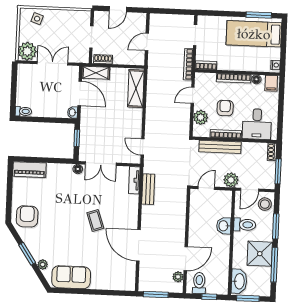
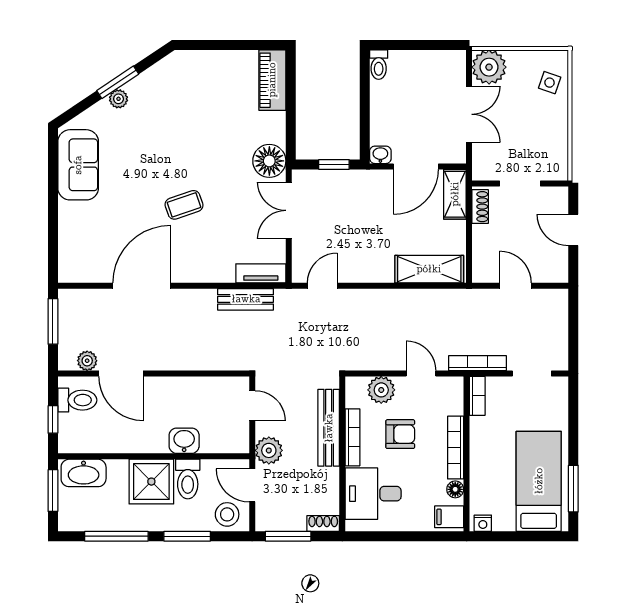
floor lamp: (78, 169) -> (269, 161), width x1.89, depth x1.89
armchair: (27, 216) -> (186, 79), removed
shower: (260, 254) -> (151, 482), moved
plant: (43, 264) -> (119, 99), moved

